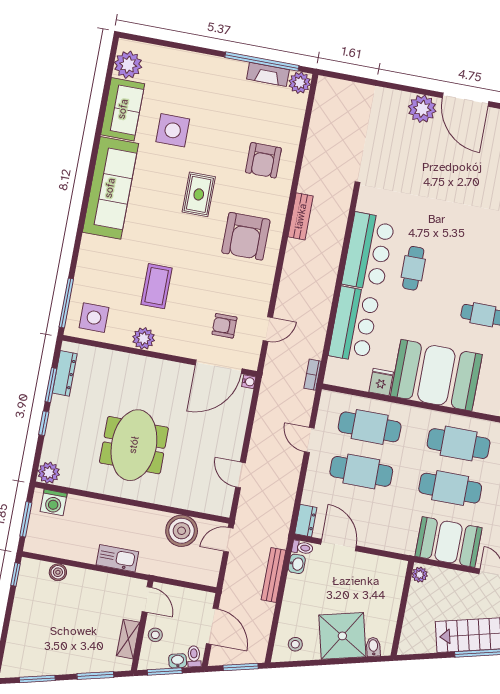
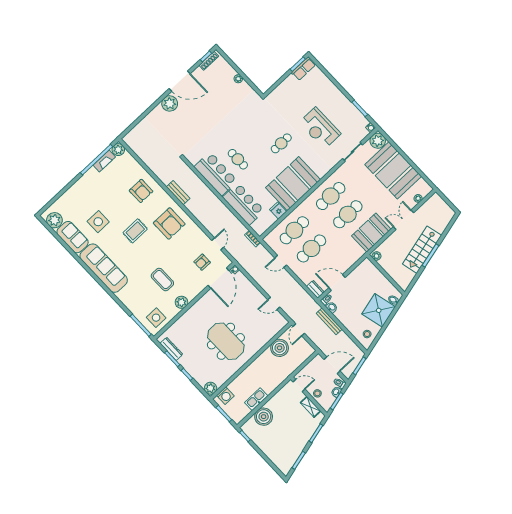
rug: (199, 194) -> (135, 231), turned 90
kitchen sink: (117, 558) -> (256, 399), moved
boiler: (58, 572) -> (264, 417), width x1.86, depth x1.86

